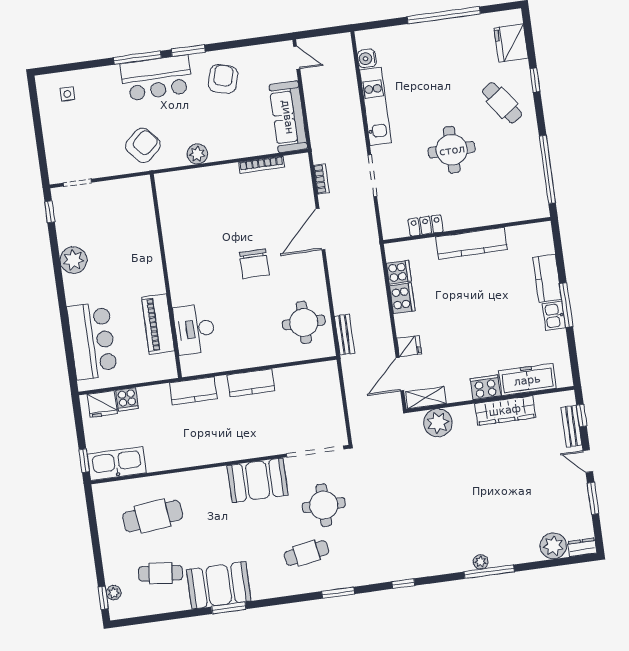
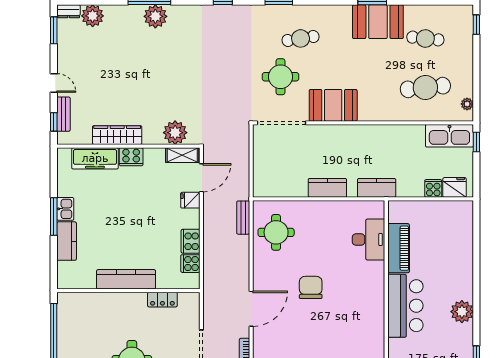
bar counter: (92, 341) -> (405, 306), moved, turned 180
window: (593, 498) -> (54, 30), moved
plant: (481, 562) -> (155, 16), width x1.88, depth x1.88
plant: (114, 593) -> (467, 104), moved

